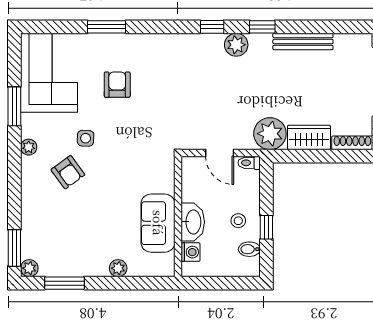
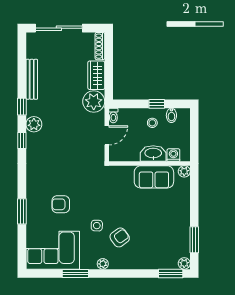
plant: (118, 268) -> (184, 171), moved

